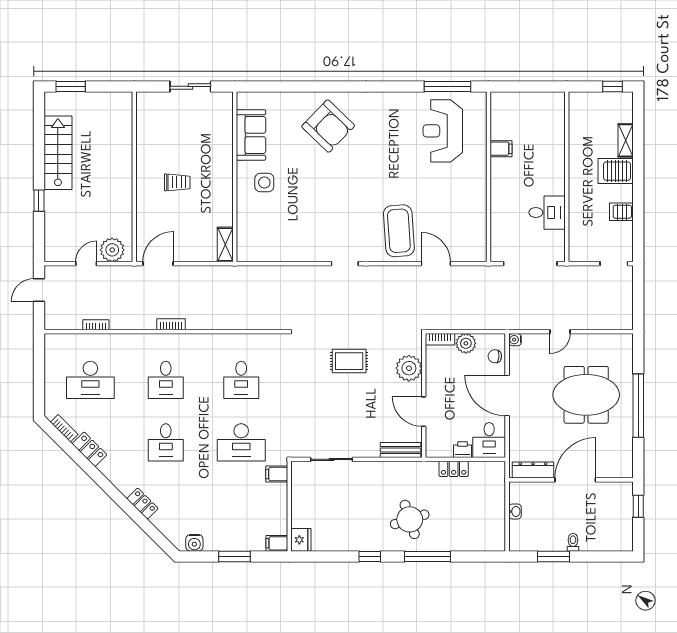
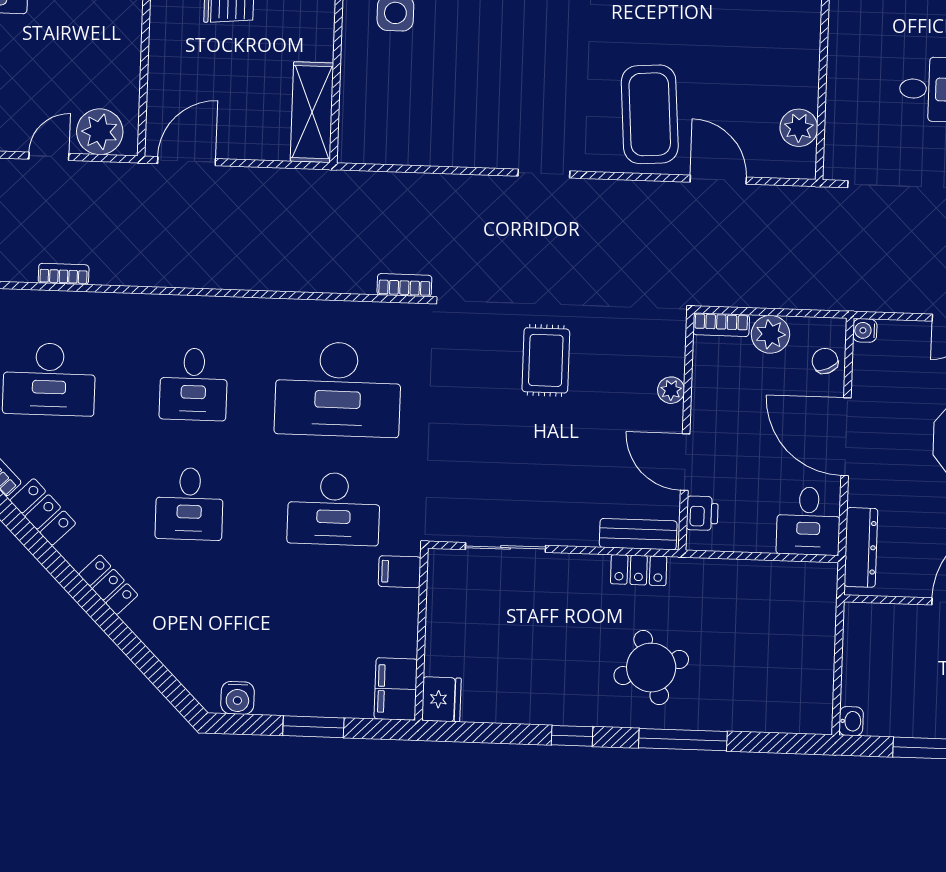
plant: (477, 235) -> (799, 128), added
shelving: (225, 244) -> (312, 112), width x1.50, depth x1.33
bookcase: (171, 324) -> (404, 285), moved
chair: (495, 356) -> (825, 361), turned 61
rug: (349, 361) -> (546, 360), turned 90
plant: (409, 368) -> (671, 390), width x0.53, depth x0.53
desk: (241, 380) -> (338, 389), width x1.87, depth x1.30
printer: (463, 450) -> (702, 513), moved, turned 90
locker: (454, 469) -> (639, 570), moved
dresser: (533, 470) -> (861, 547), moved, turned 90
locker: (142, 504) -> (108, 585), moved
washbasin: (515, 511) -> (851, 721), moved
filing cabinet: (277, 543) -> (396, 689), width x2.00

